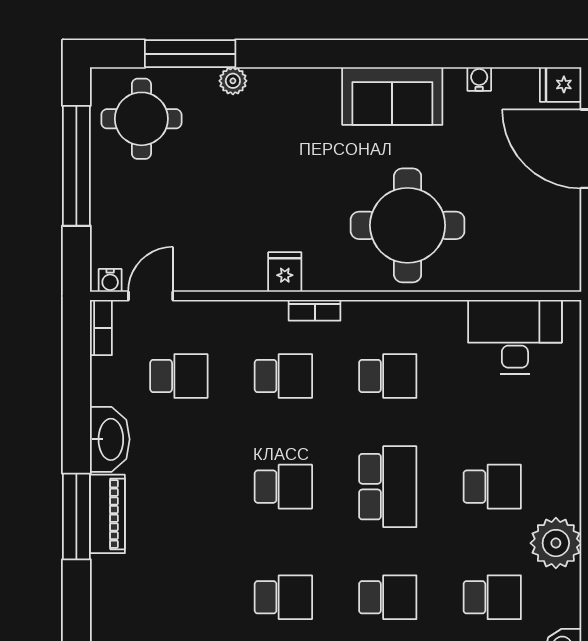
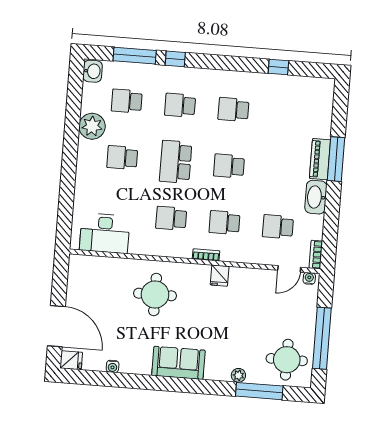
sofa: (392, 96) -> (178, 363), moved
round table: (408, 225) -> (155, 295), width x0.73, depth x0.73

